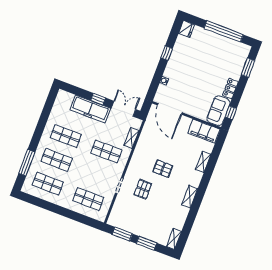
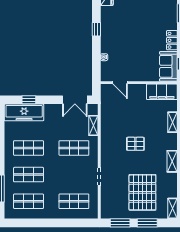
window: (98, 99) -> (29, 100), moved
freezer: (90, 109) -> (24, 112), moved
double door: (123, 109) -> (75, 100), swing flipped
door: (170, 109) -> (120, 83), width x0.53
pallet: (143, 189) -> (142, 192), moved, width x2.05, depth x2.00

